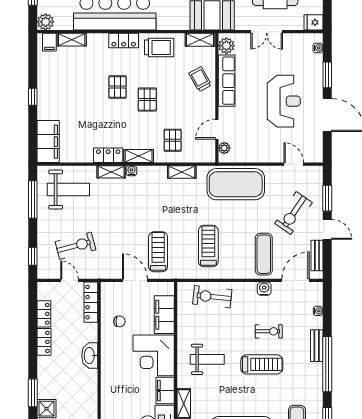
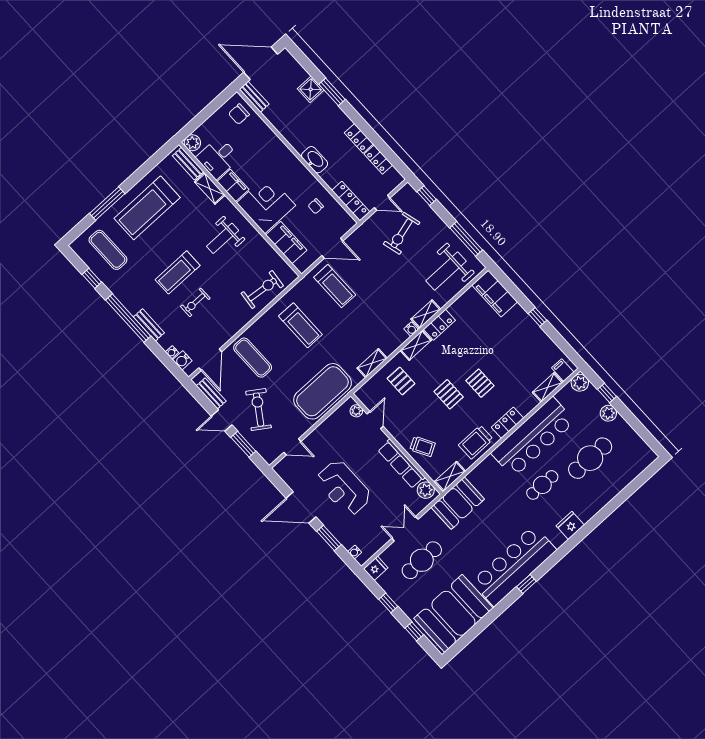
water cooler: (264, 289) -> (182, 360), moved, turned 90

